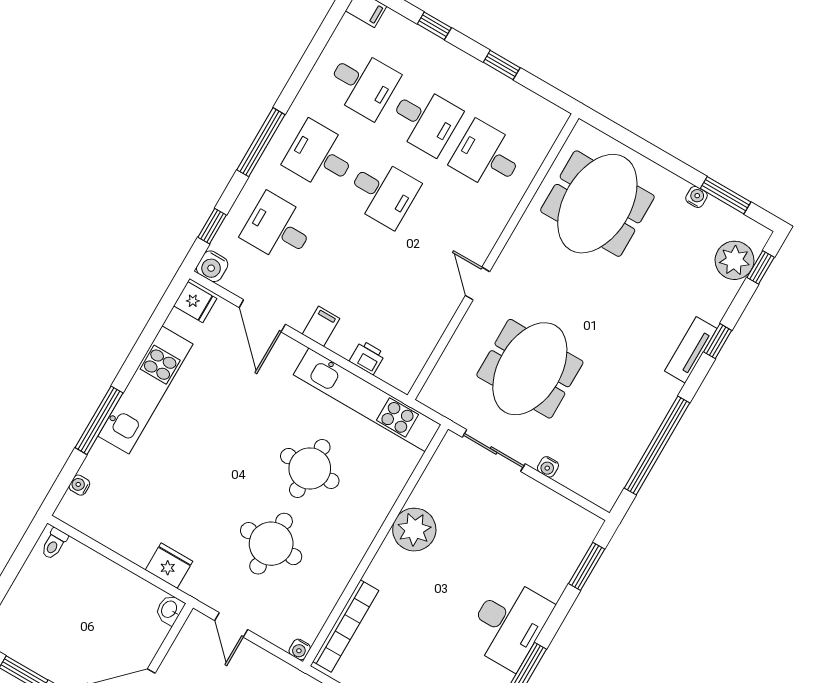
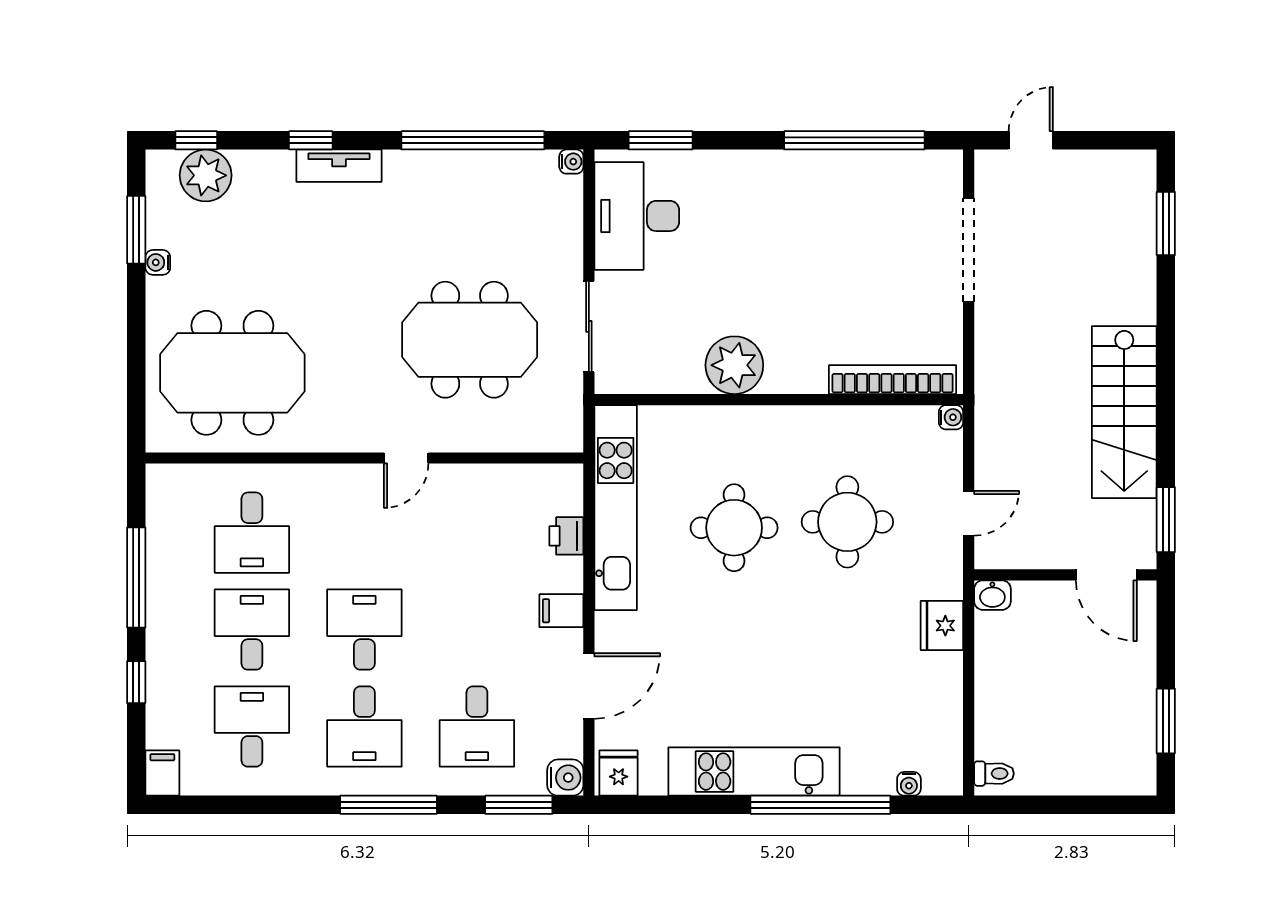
window: (502, 65) -> (136, 578), width x2.17
window: (212, 226) -> (519, 805), width x1.50
window: (99, 420) -> (820, 805), width x1.46
water cooler: (548, 467) -> (571, 162), moved
desk: (509, 624) -> (637, 216), moved, turned -90

